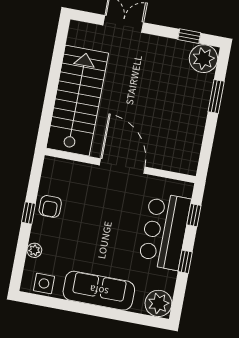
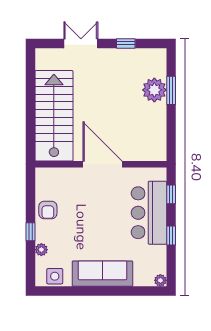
window: (189, 36) -> (126, 43), moved
plant: (203, 59) -> (154, 90), moved
window: (29, 213) -> (30, 232), moved
plant: (158, 303) -> (160, 280), width x0.53, depth x0.53

